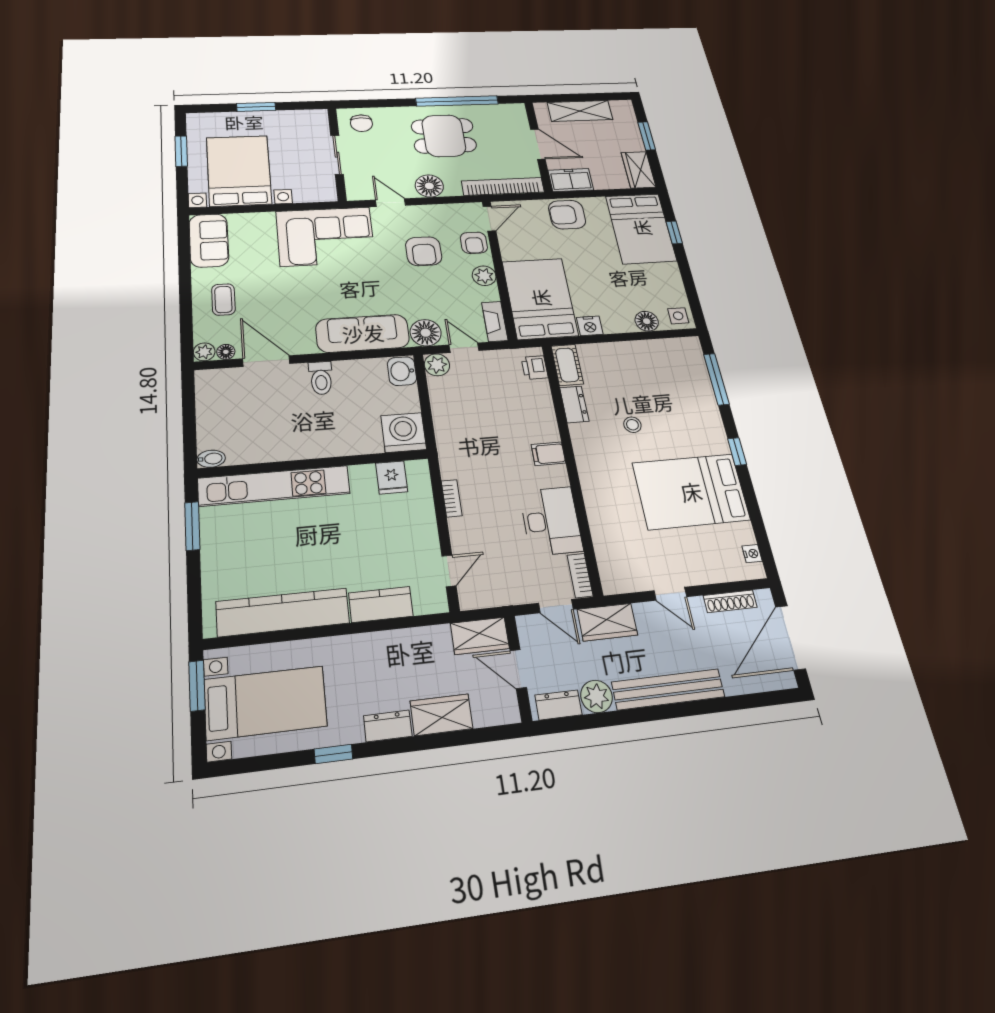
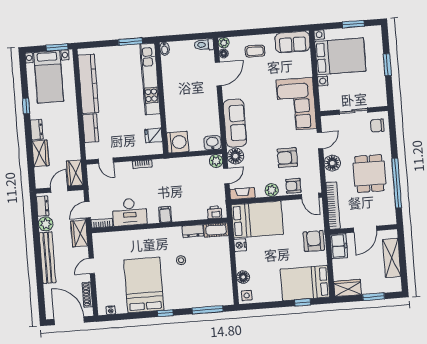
toilet: (321, 378) -> (204, 45), moved

